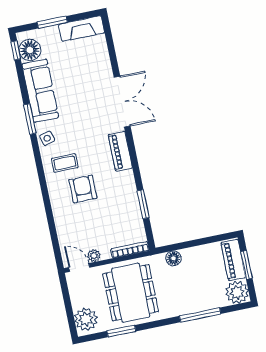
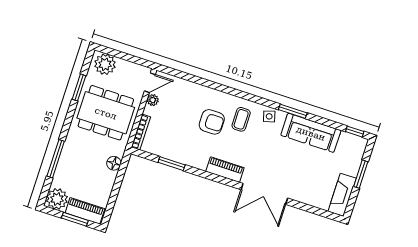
floor lamp: (30, 50) -> (349, 143), removed

